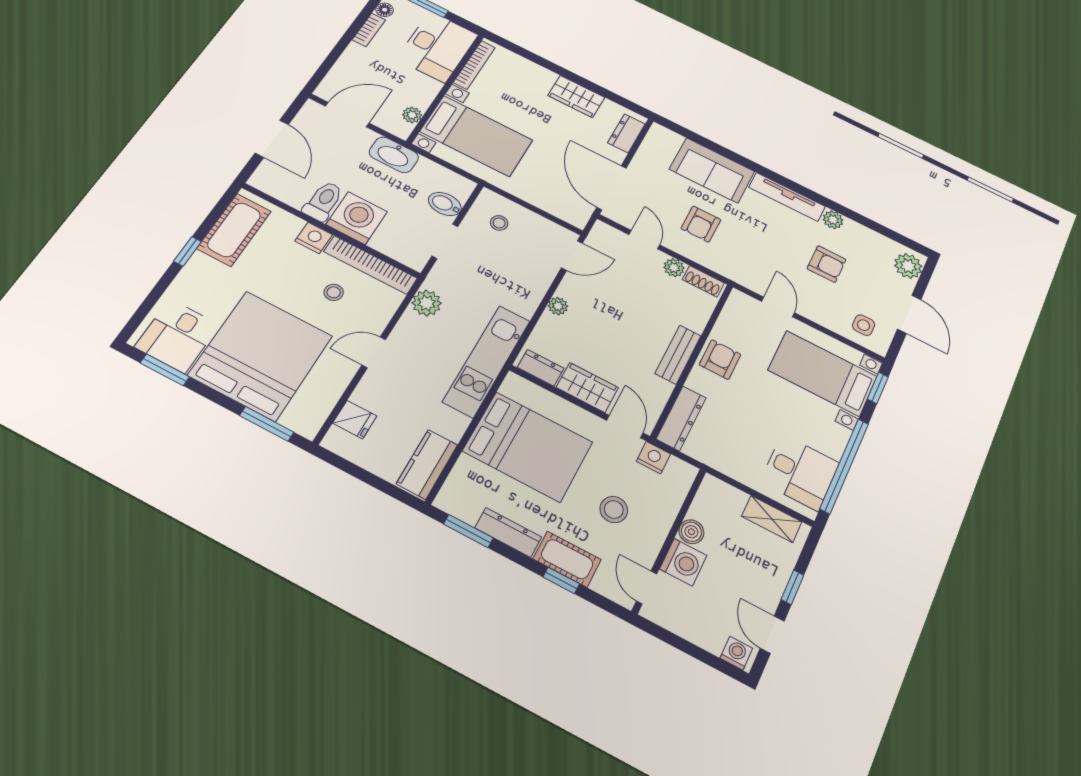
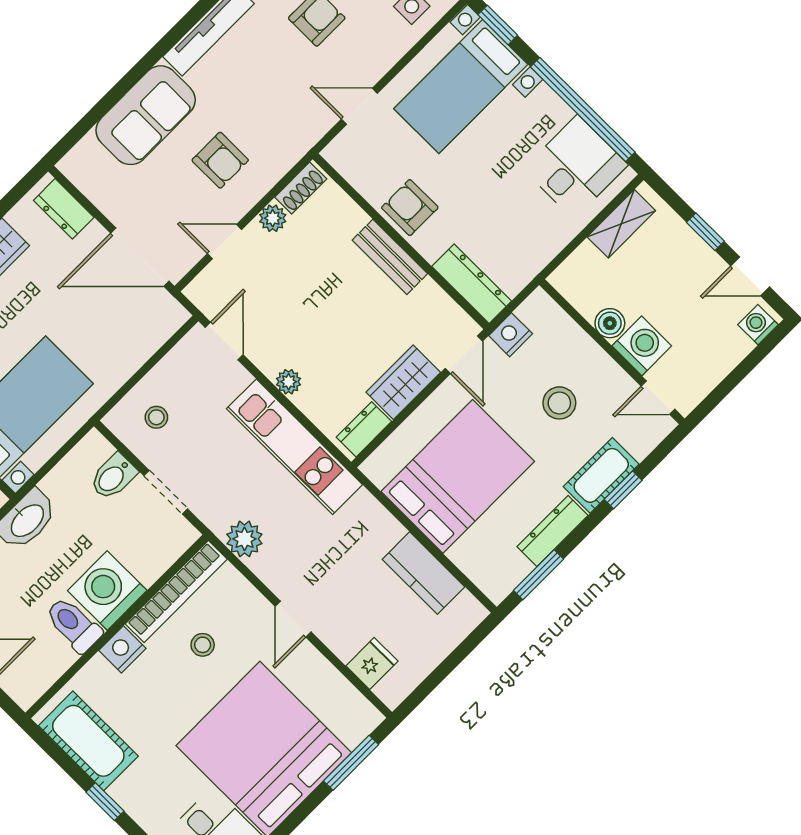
kitchen unit: (487, 361) -> (295, 447), moved
door: (625, 427) -> (464, 355), swing flipped
kitchen counter: (427, 464) -> (424, 573), moved

